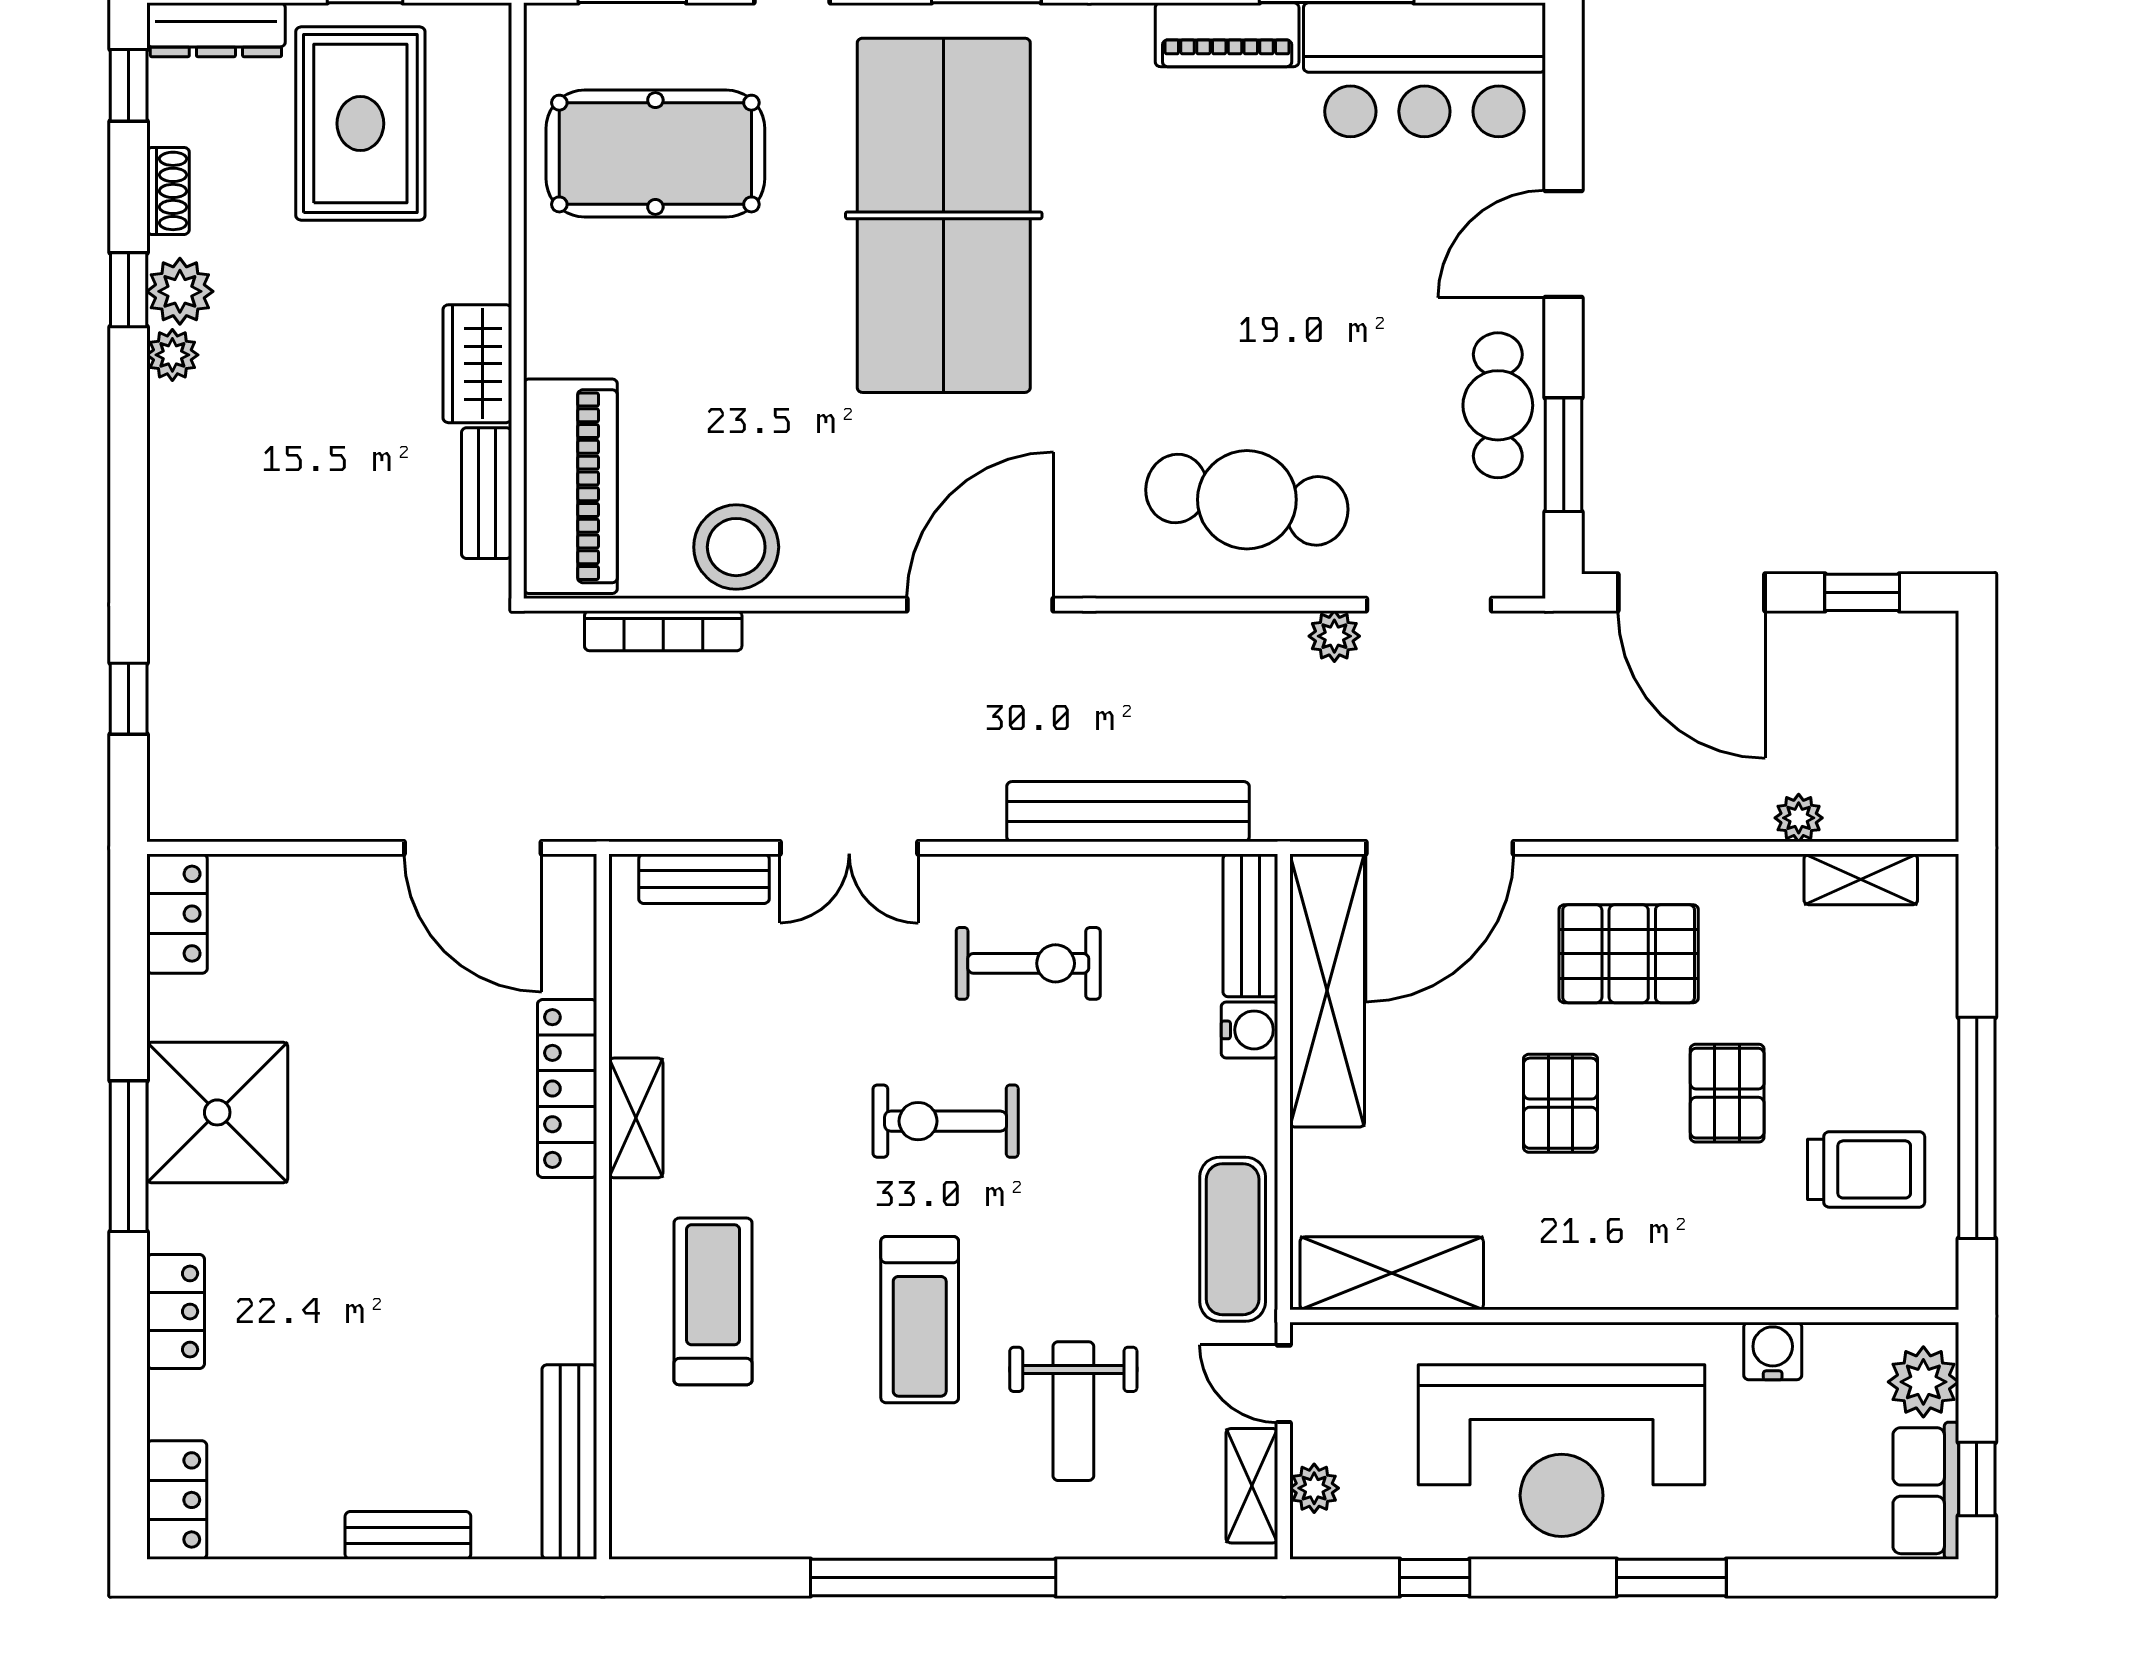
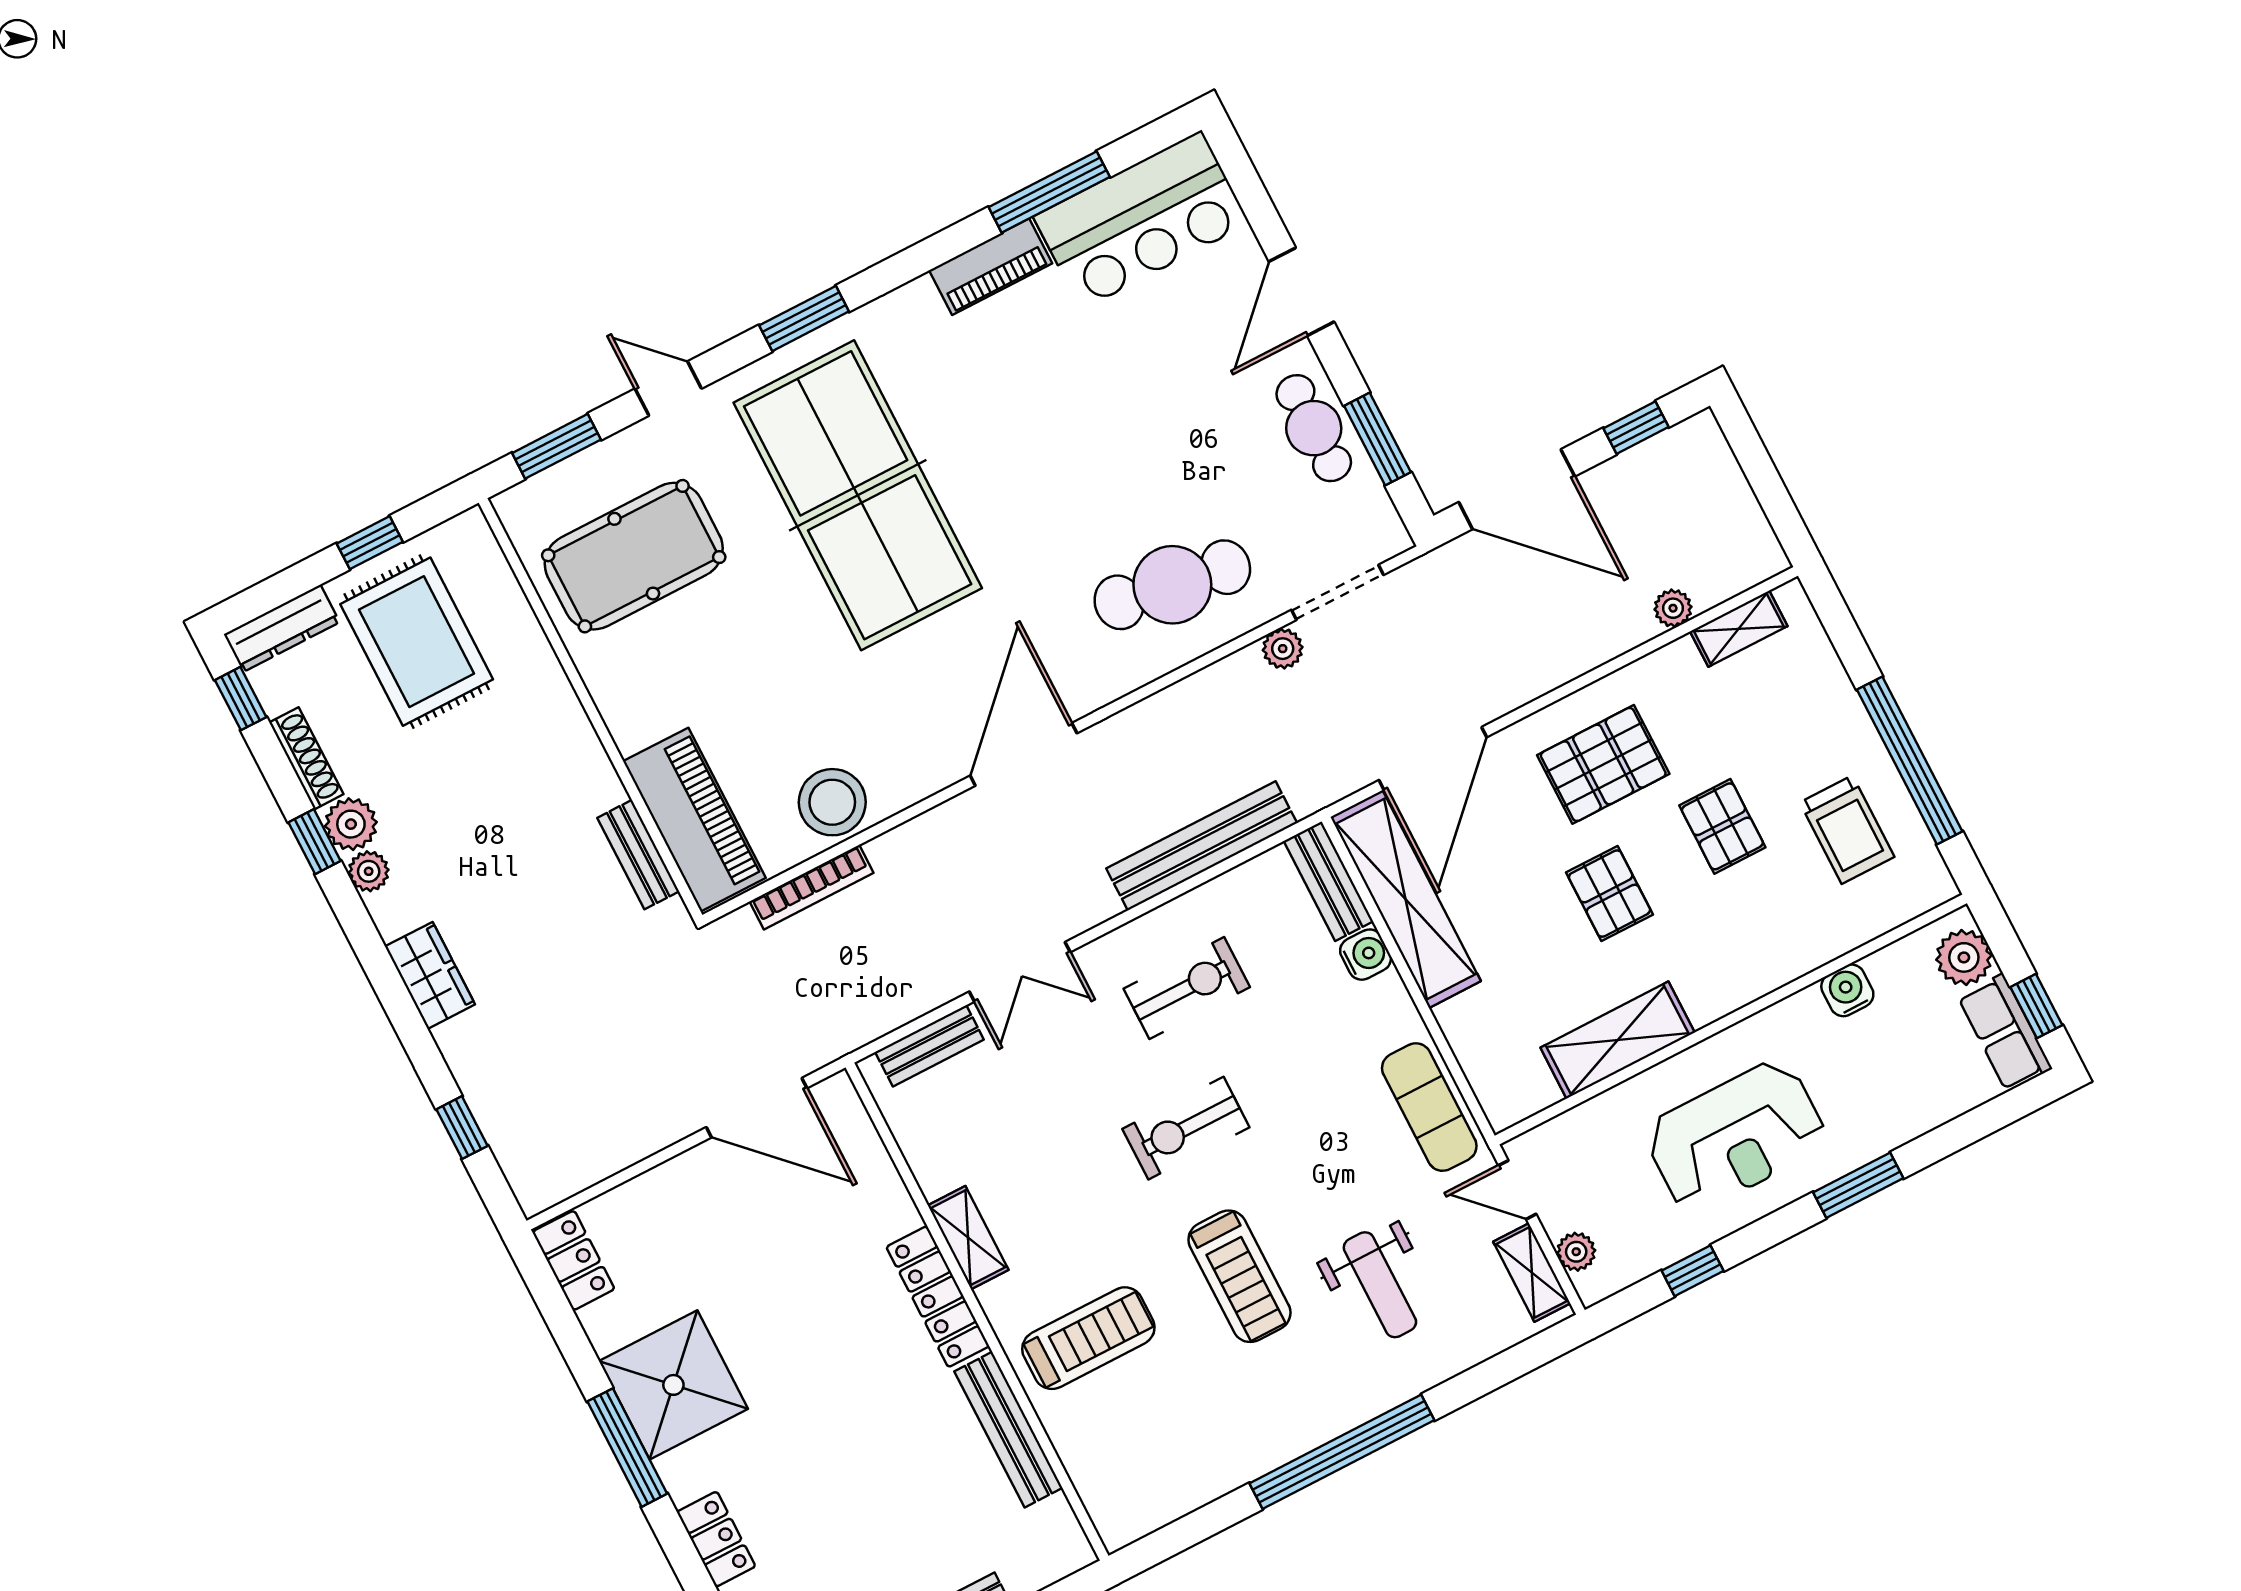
shoe rack: (168, 191) -> (306, 758), width x1.43
wardrobe: (477, 364) -> (430, 975), moved, turned 180
locker: (567, 1089) -> (938, 1297), moved
trolley: (1866, 1169) -> (1847, 830), turned 90
shelving: (1392, 1273) -> (1618, 1040), moved
treadmill: (713, 1301) -> (1088, 1338), turned 90
reception desk: (1562, 1451) -> (1736, 1136), width x0.74, depth x0.77
bench: (569, 1462) -> (1008, 1430), moved

